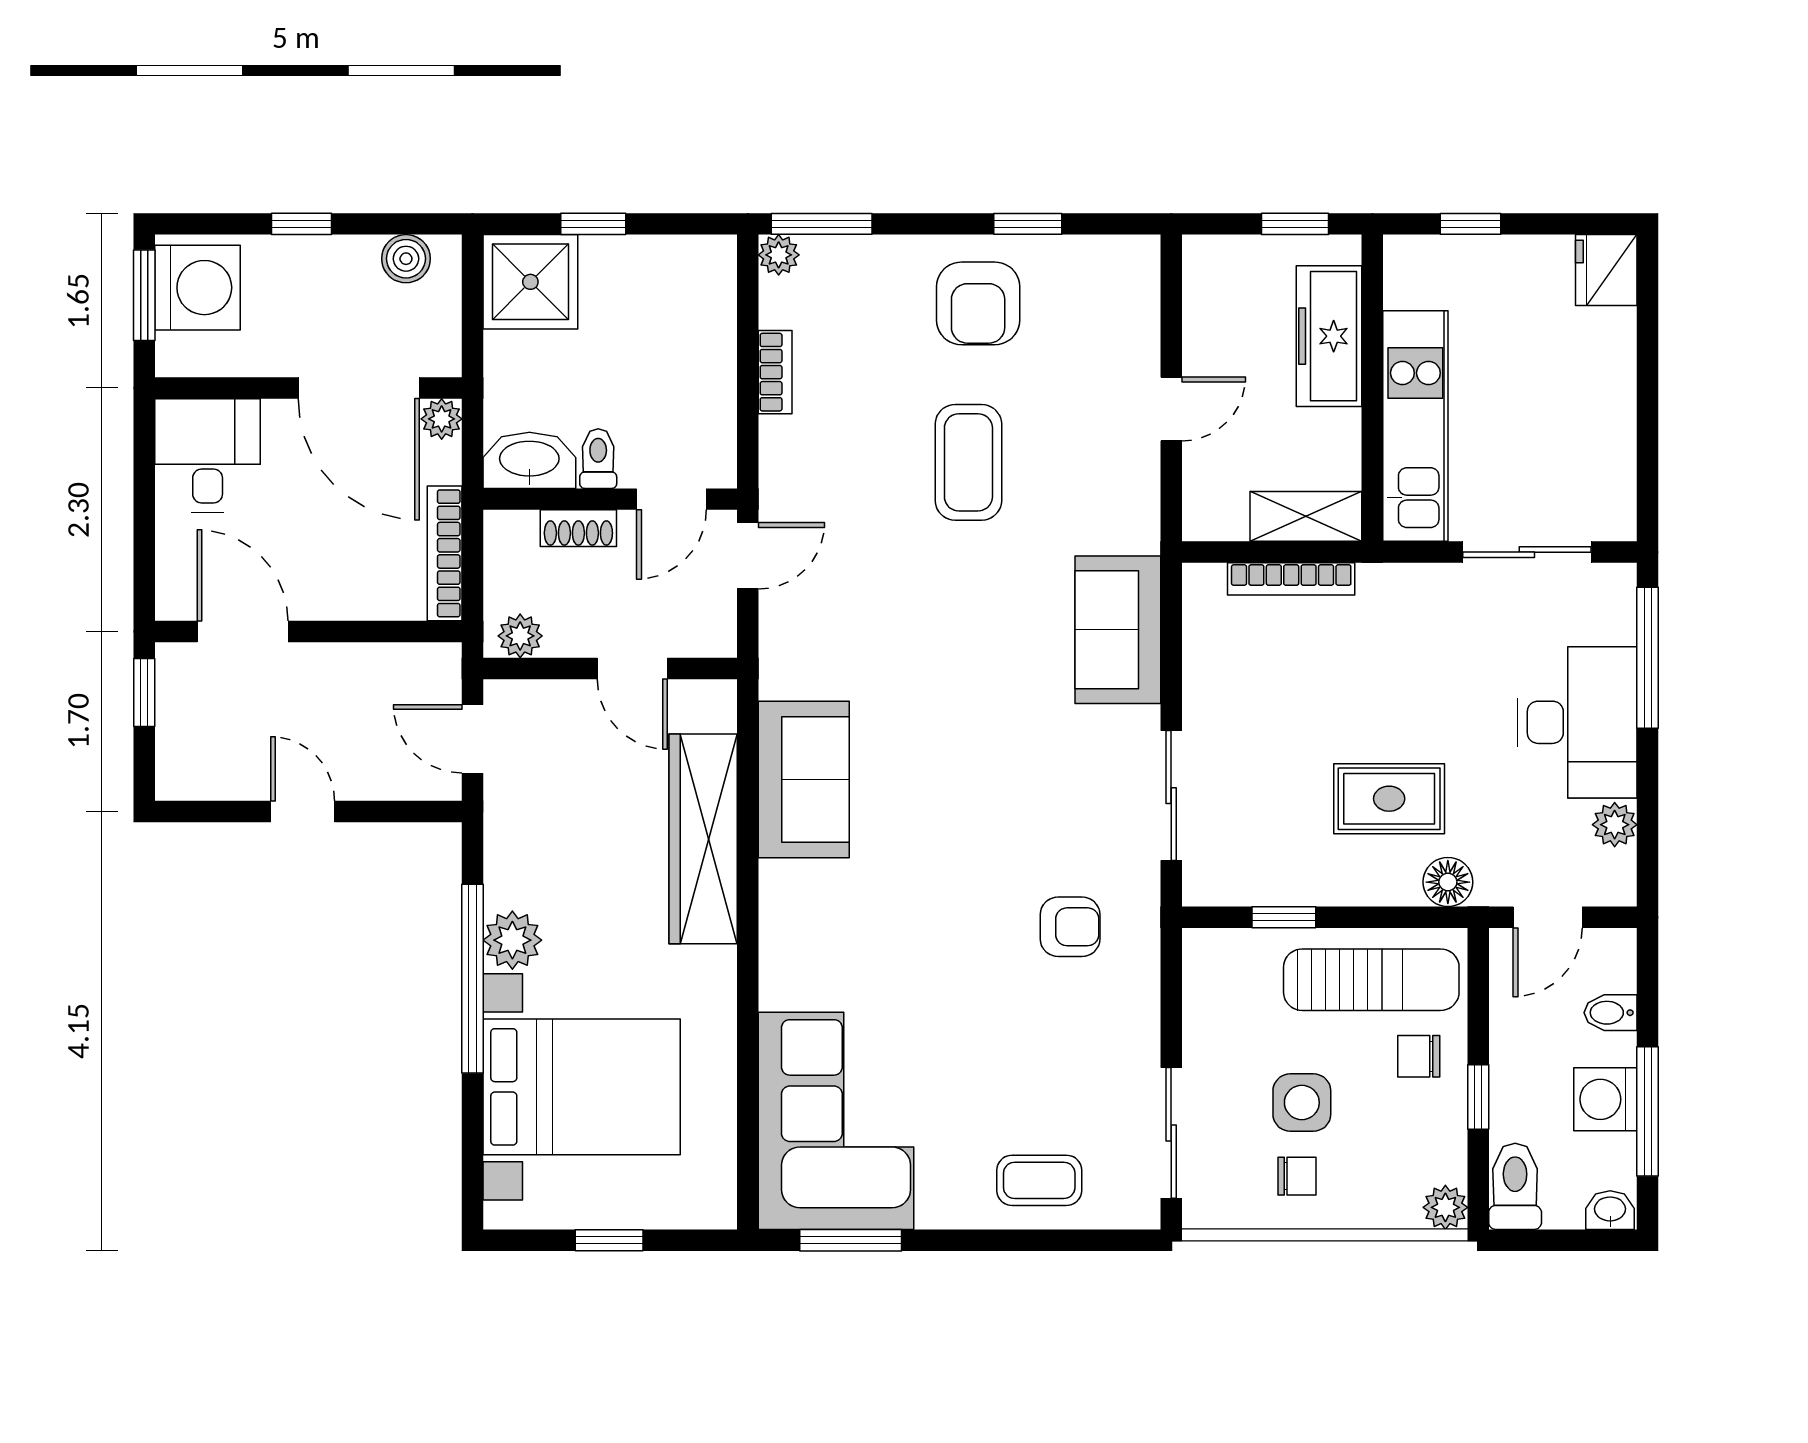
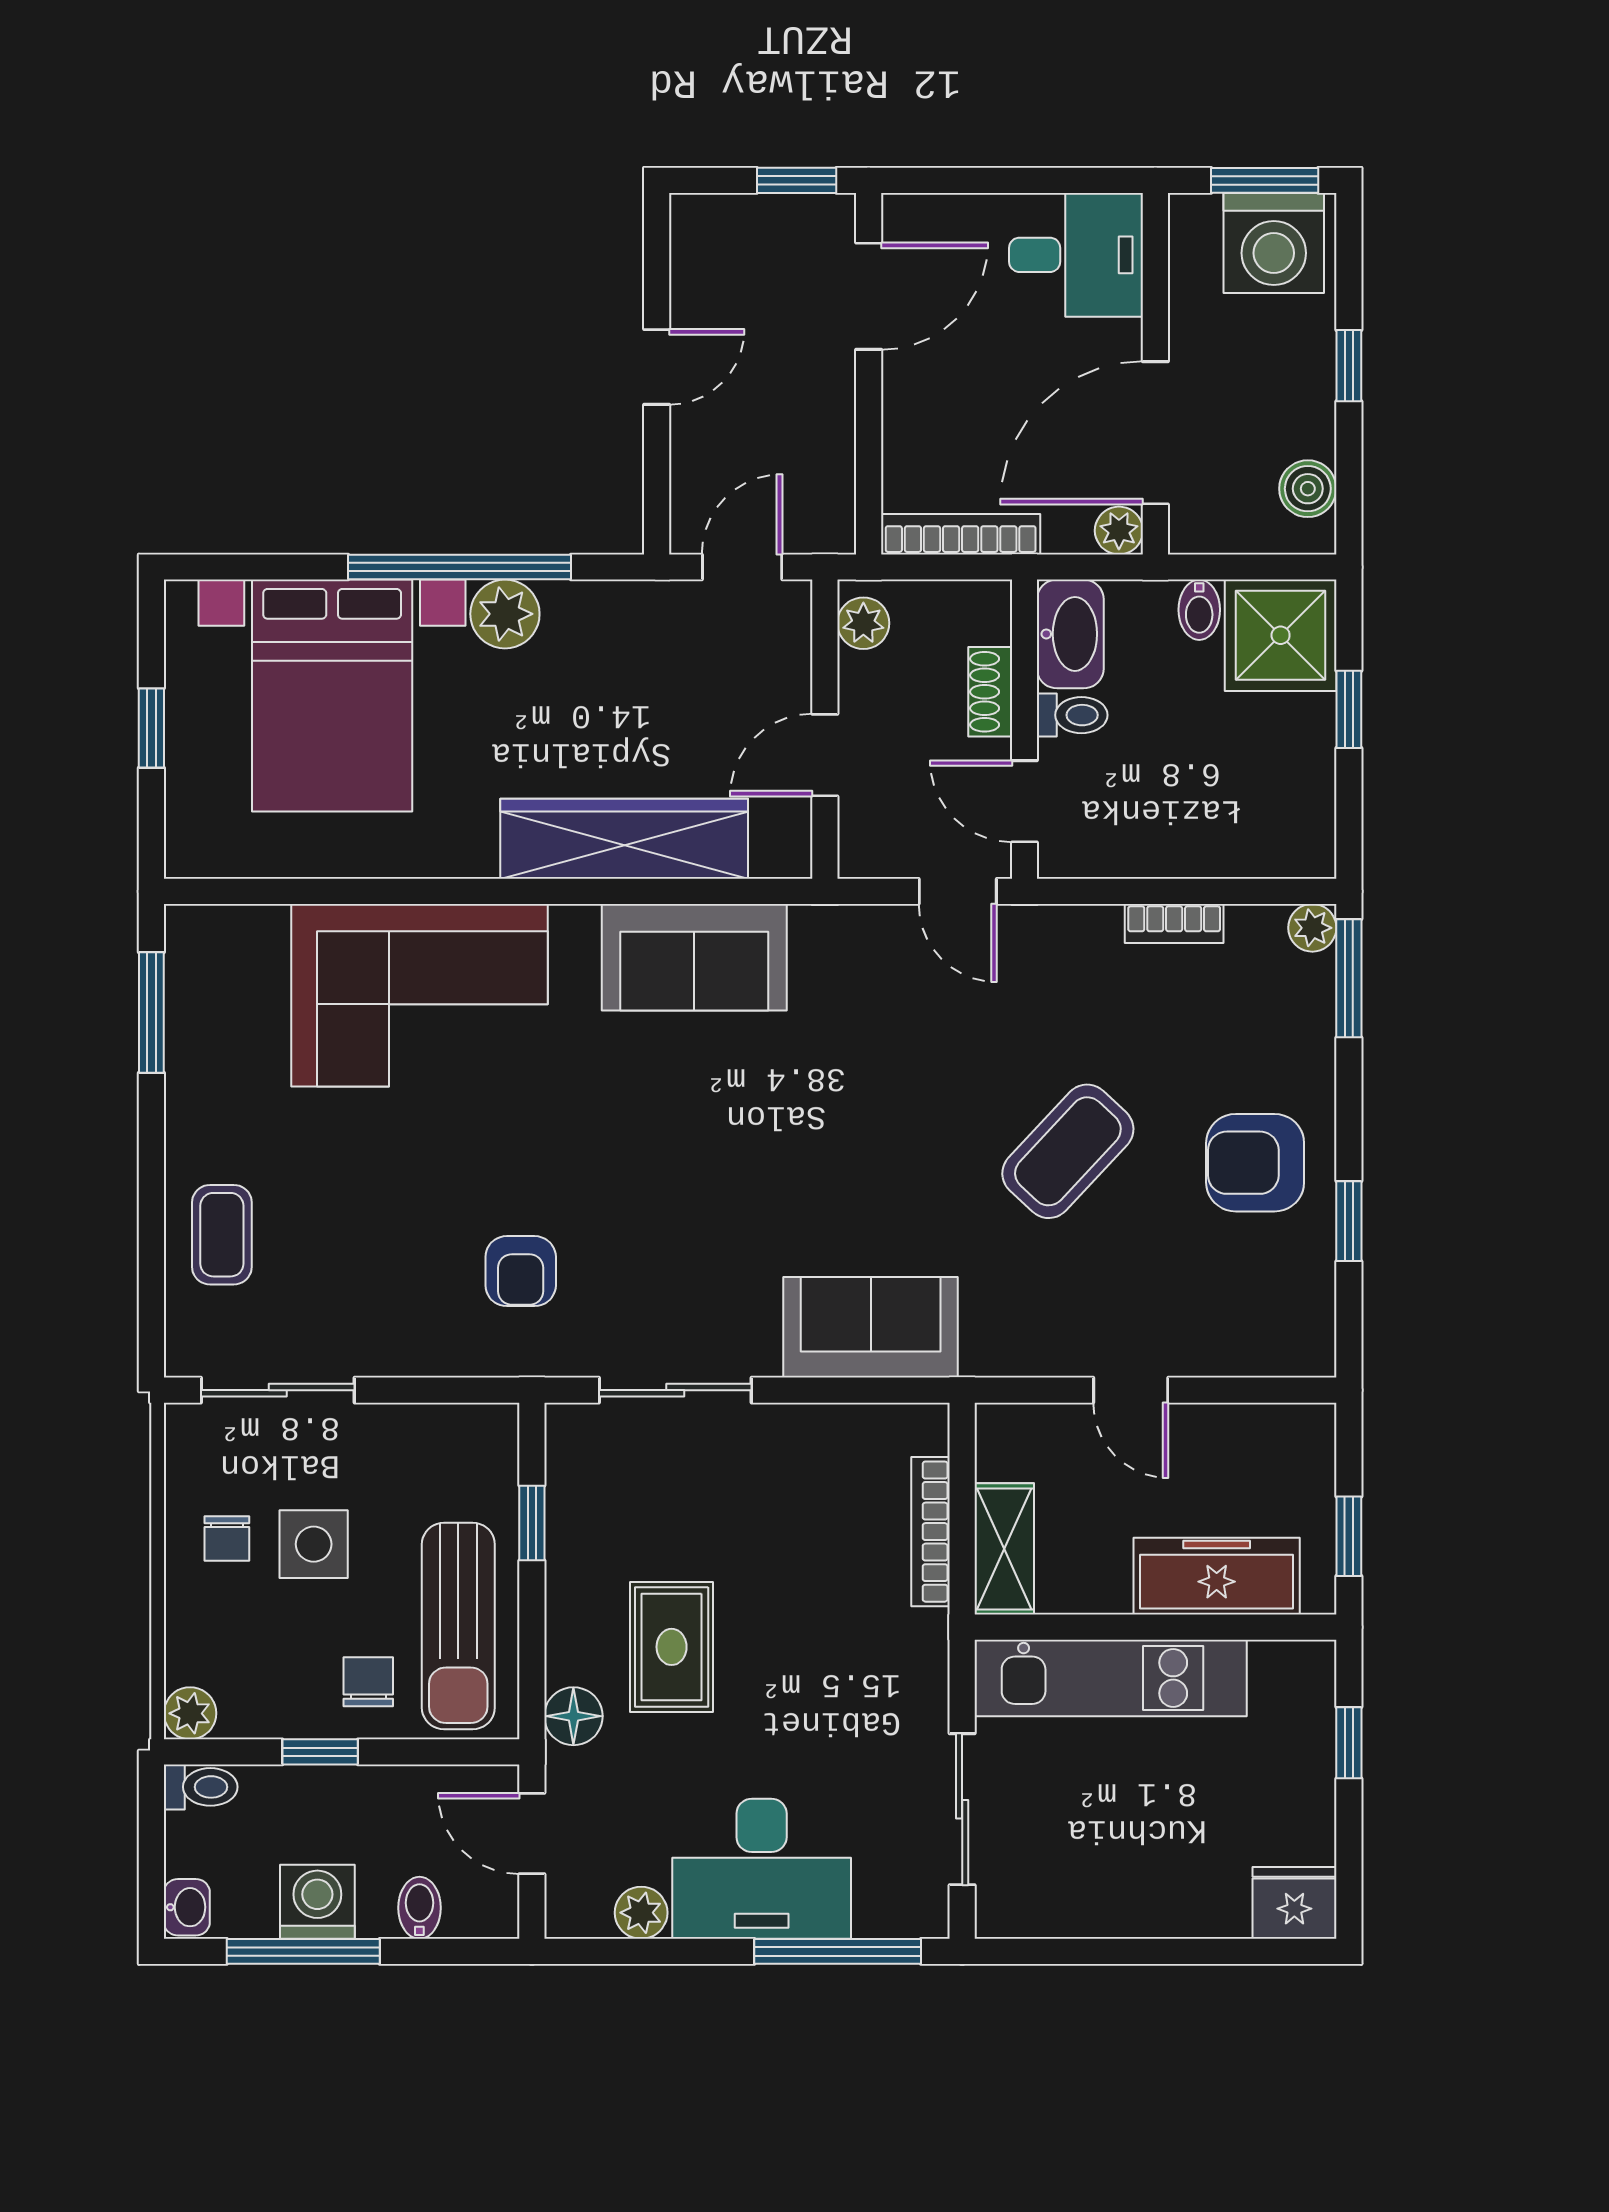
bidet: (509, 351) -> (1199, 610), added
coffee table: (968, 462) -> (1068, 1151), turned -47
corner sofa: (836, 1121) -> (420, 995), moved
toilet: (1515, 1186) -> (201, 1787), width x0.73, depth x0.72

